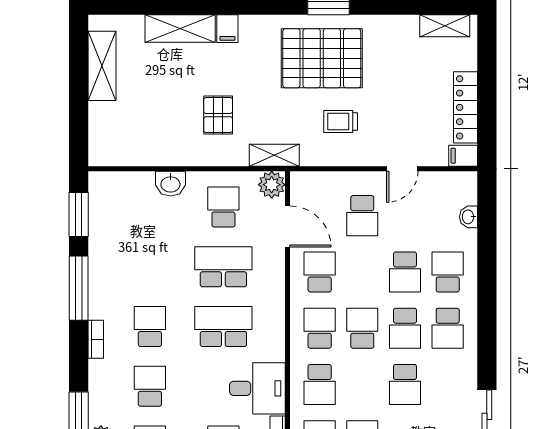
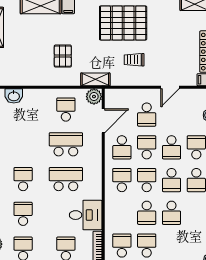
washbasin: (170, 184) -> (14, 96), moved
door: (288, 226) -> (103, 121), hinge flipped
school desk: (320, 272) -> (122, 147), turned 180
school desk: (362, 272) -> (147, 147), added
school desk: (320, 384) -> (147, 213), moved

